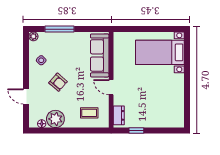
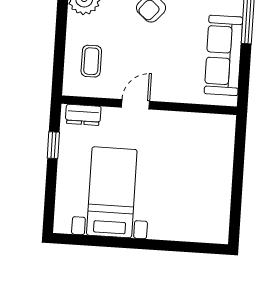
bed with nightstands: (160, 52) -> (112, 192), moved
sofa: (100, 55) -> (223, 55), moved, turned -90

